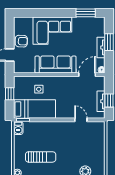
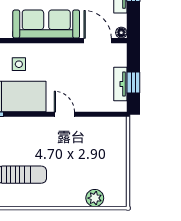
door: (87, 75) -> (98, 41), hinge flipped
door: (81, 120) -> (64, 114), moved

